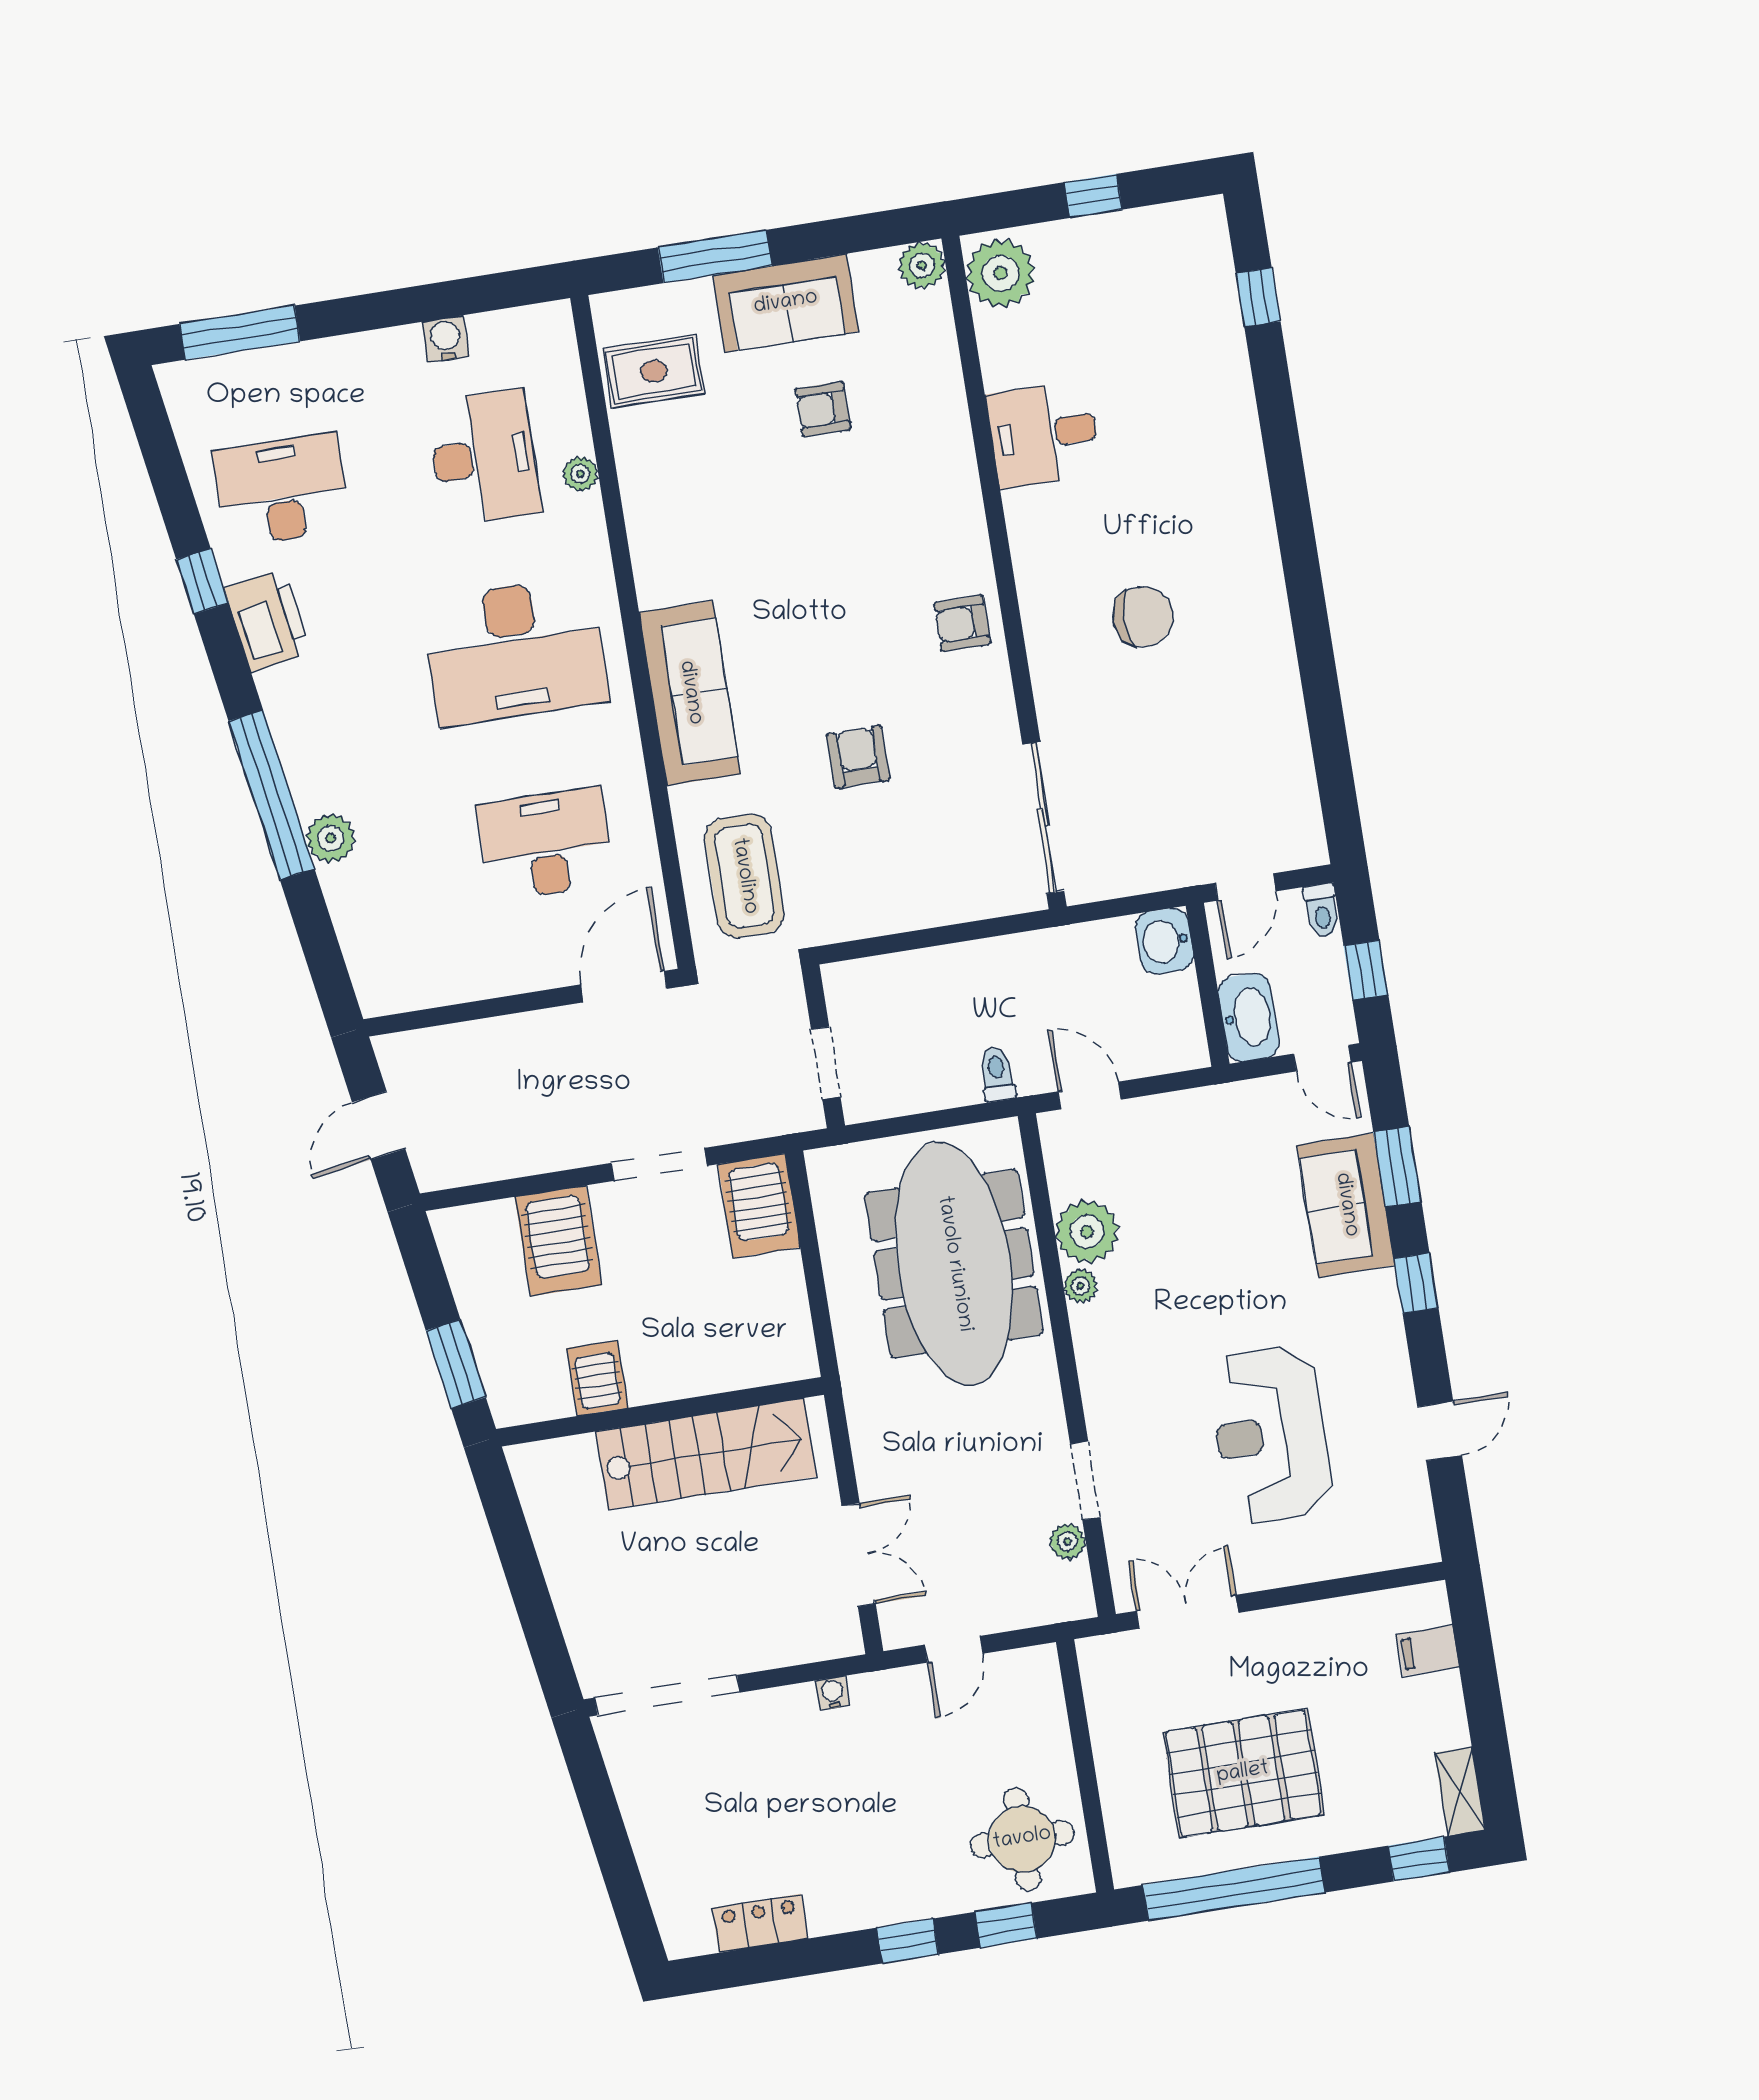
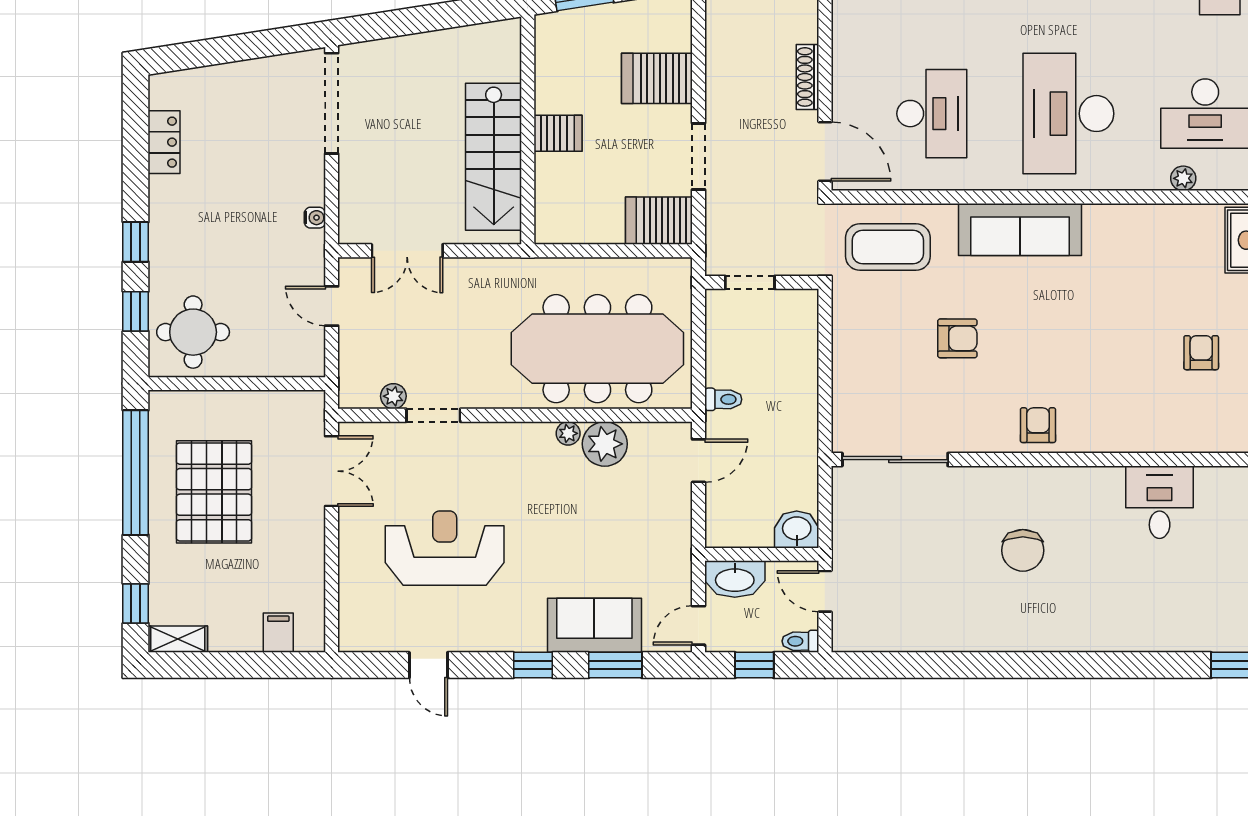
shoe rack: (522, 1028) -> (808, 77), added
server rack: (597, 1378) -> (558, 133), moved

